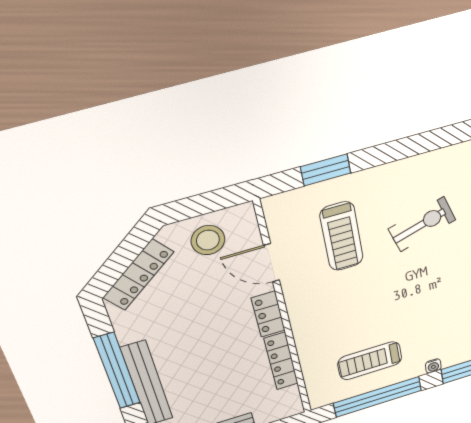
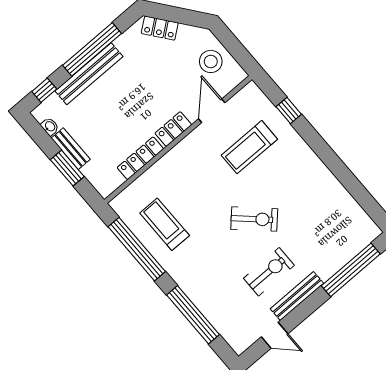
window: (326, 170) -> (289, 111), width x0.67
exercise bike: (422, 224) -> (254, 219), moved, turned -30
locker: (138, 275) -> (160, 28), width x0.66
water cooler: (433, 366) -> (178, 277), removed

